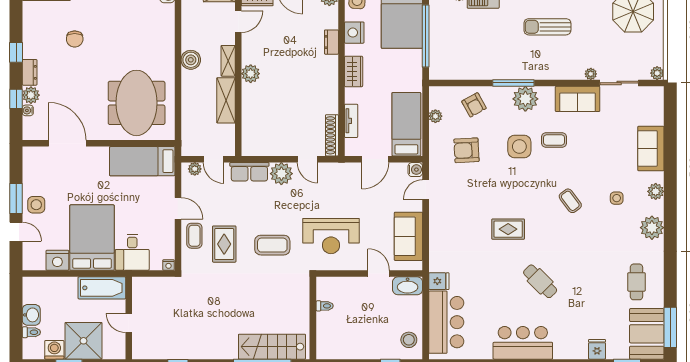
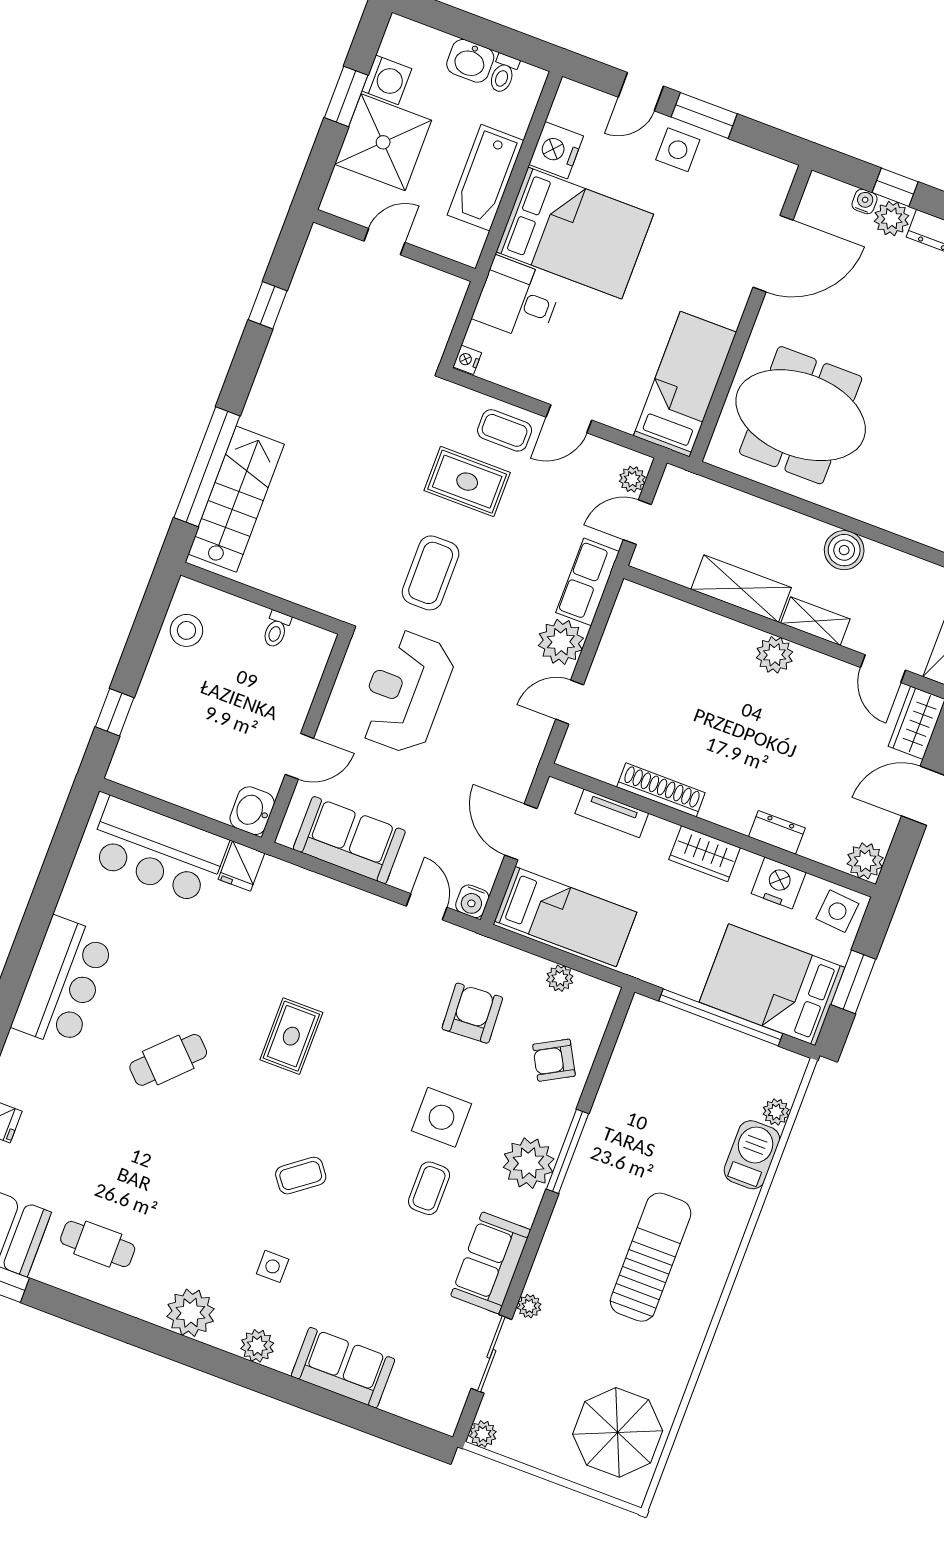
sun lounger: (547, 27) -> (651, 1257), width x1.36, depth x1.34
shoe rack: (332, 135) -> (661, 790), moved
washbasin: (408, 286) -> (252, 811), width x0.72
bathtub: (102, 288) -> (486, 178), moved
toilet: (31, 332) -> (503, 74), moved
stool: (409, 340) -> (186, 630), moved

